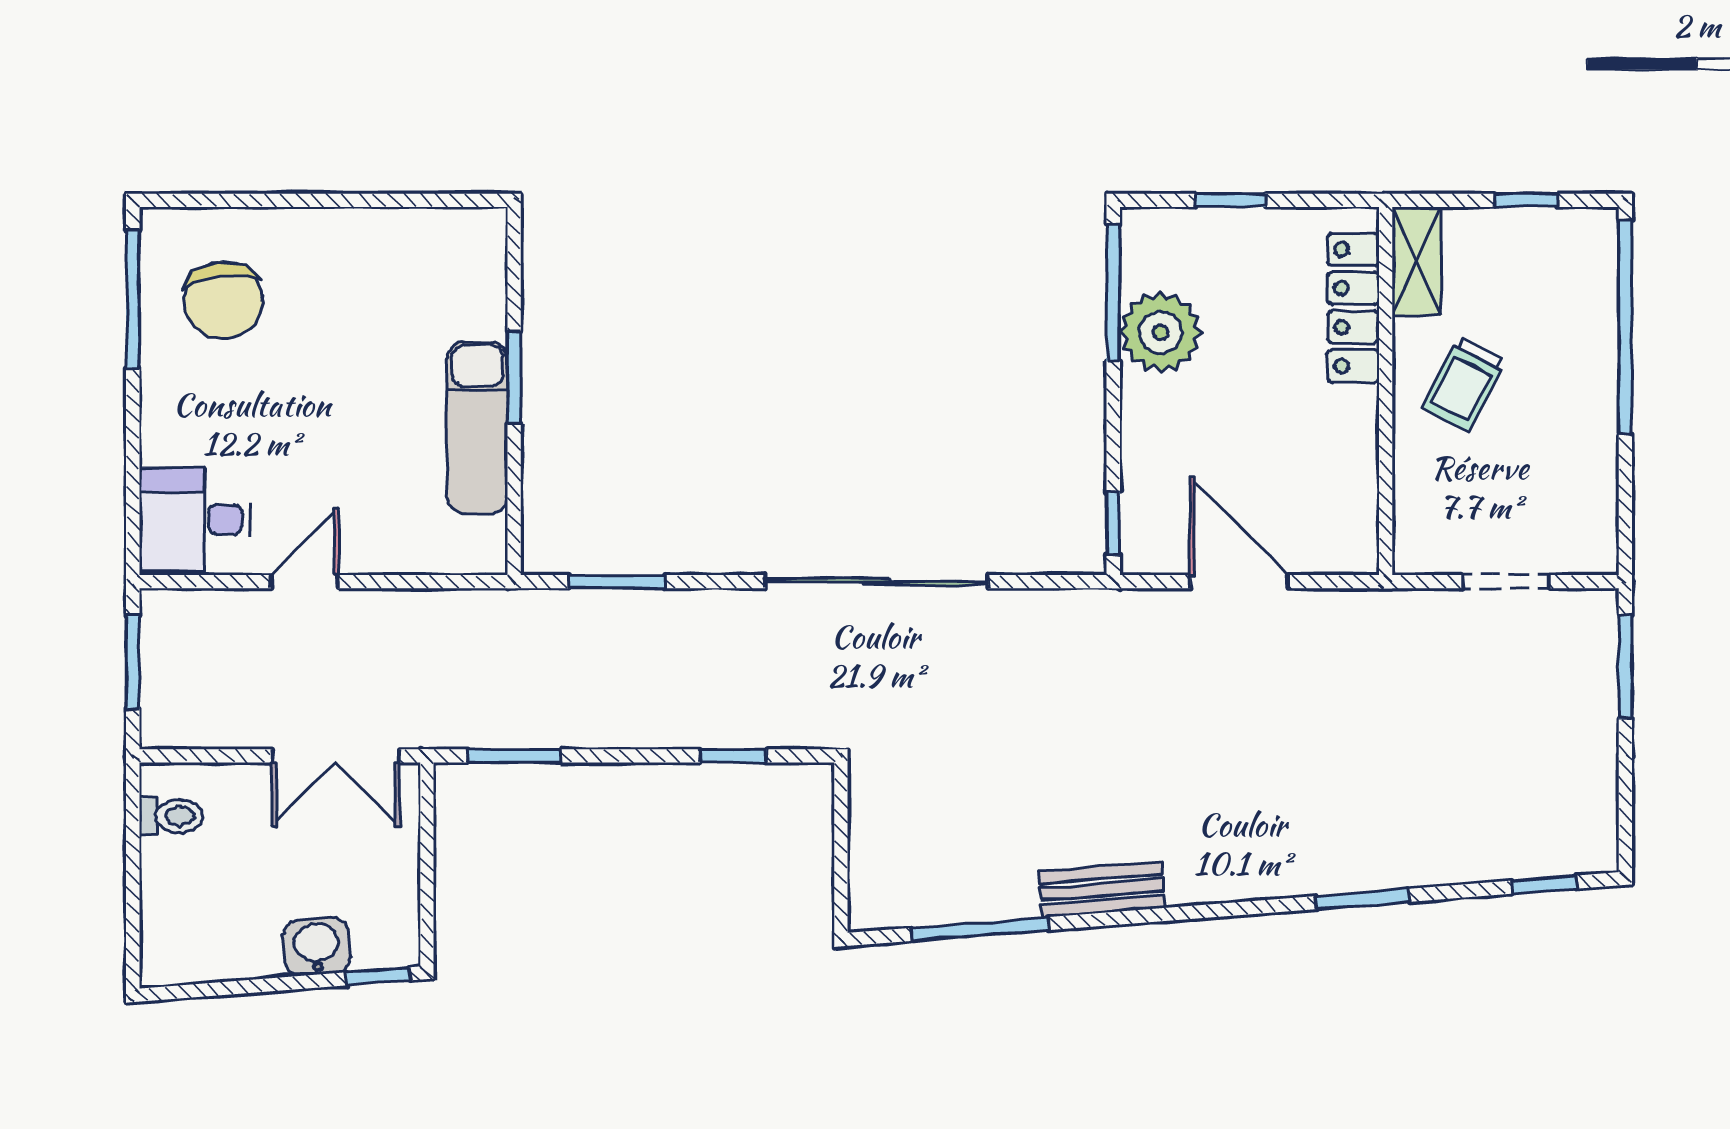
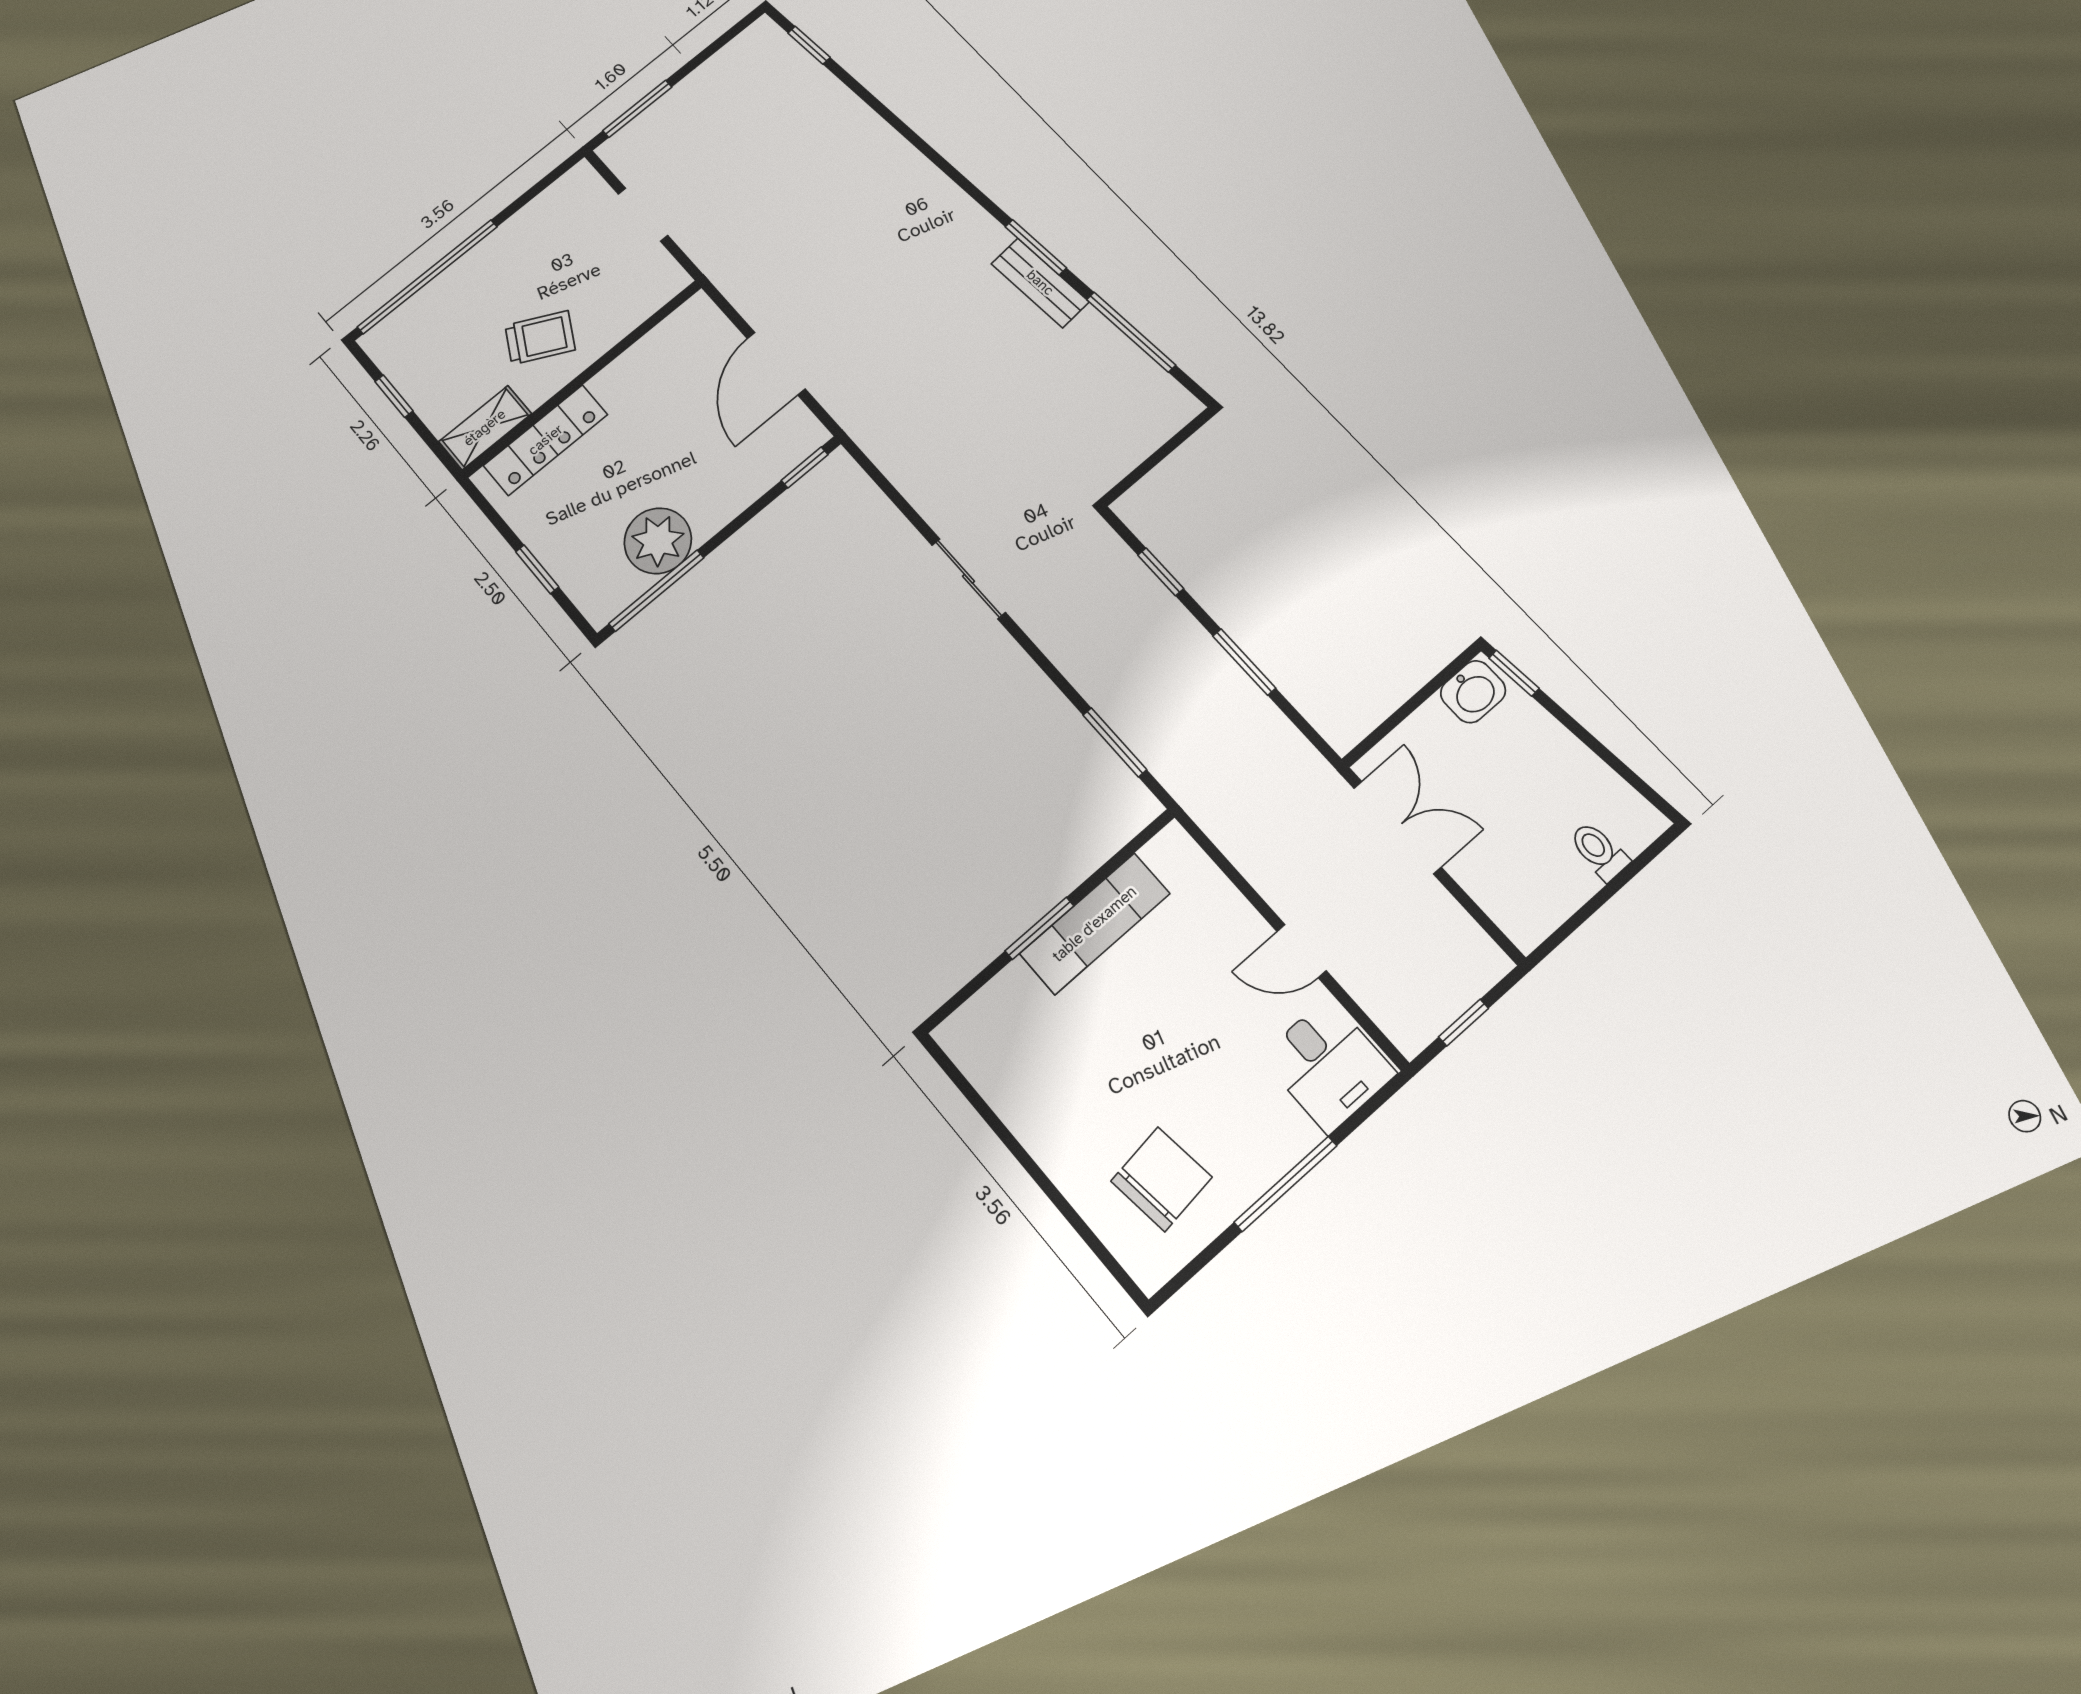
window: (133, 299) -> (1285, 1184), moved
sliding door: (877, 582) -> (969, 579), width x0.54
window: (133, 662) -> (1463, 1023), width x0.67
window: (514, 756) -> (1244, 662), moved
toilet: (171, 816) -> (1599, 851), moved
window: (1362, 899) -> (1036, 247), moved
washbasin: (317, 947) -> (1473, 692), moved, turned -86

